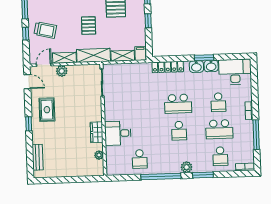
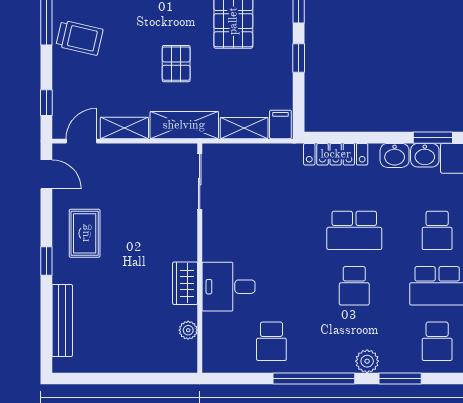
trolley: (45, 30) -> (80, 38), moved
window: (26, 34) -> (46, 103), moved
window: (204, 58) -> (433, 138), moved
plant: (62, 71) -> (118, 155), removed
bench: (38, 157) -> (62, 321), width x1.36

